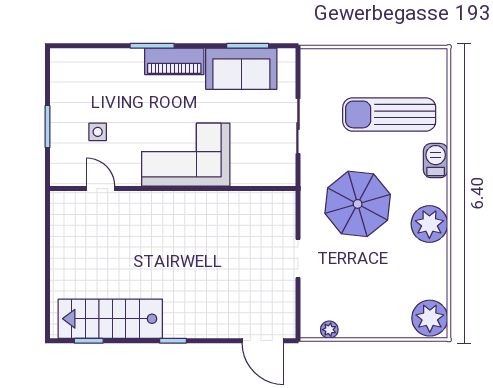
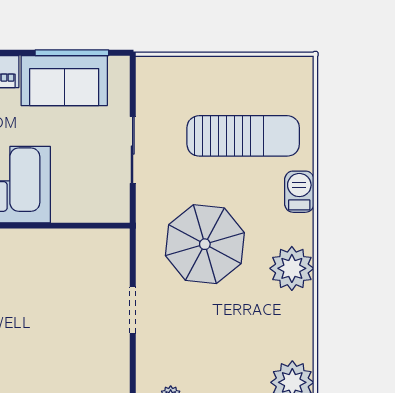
window: (248, 46) -> (72, 53), width x1.44
sun lounger: (389, 114) -> (243, 136), turned 180

